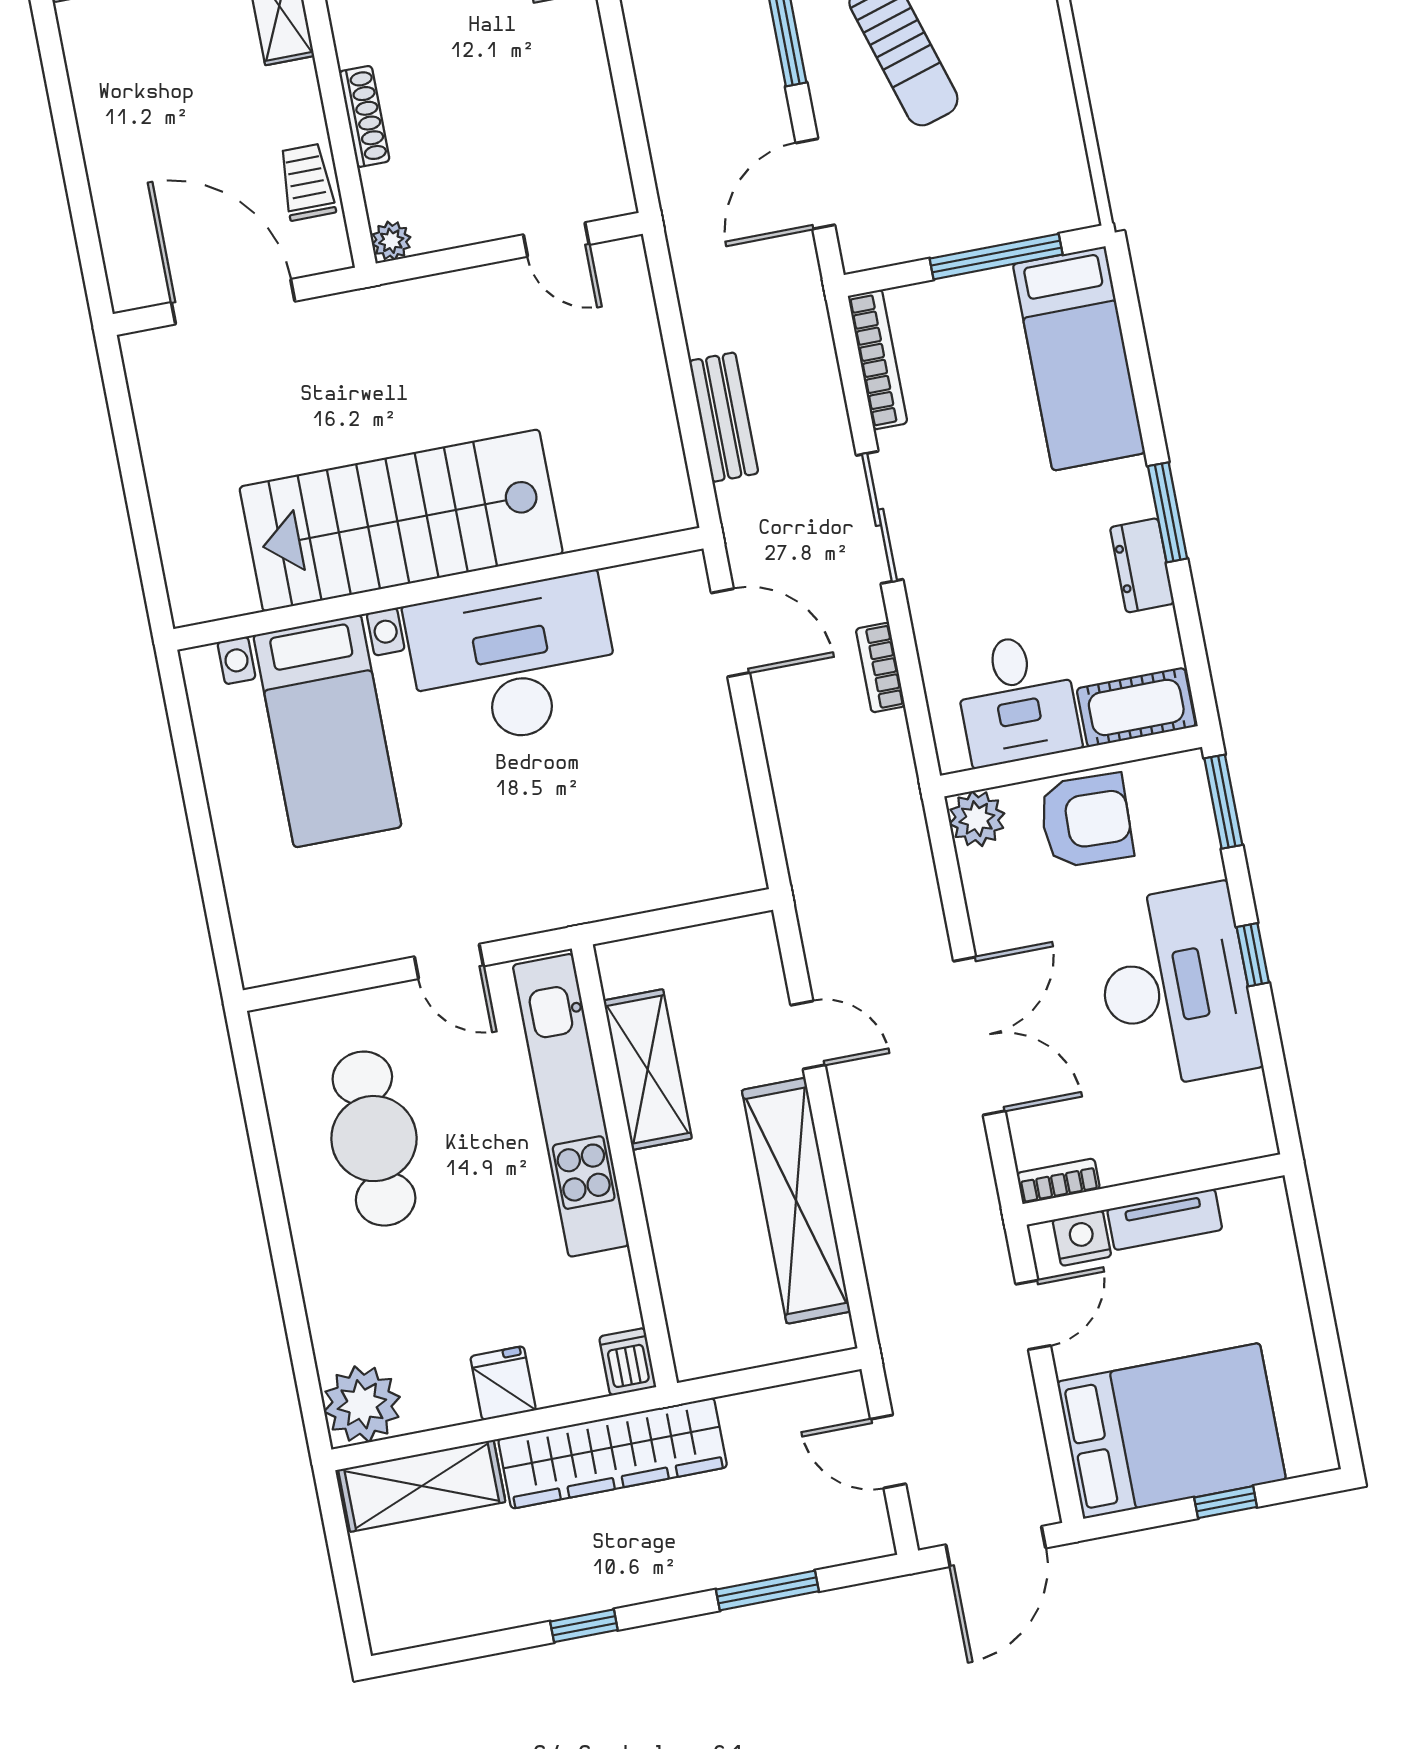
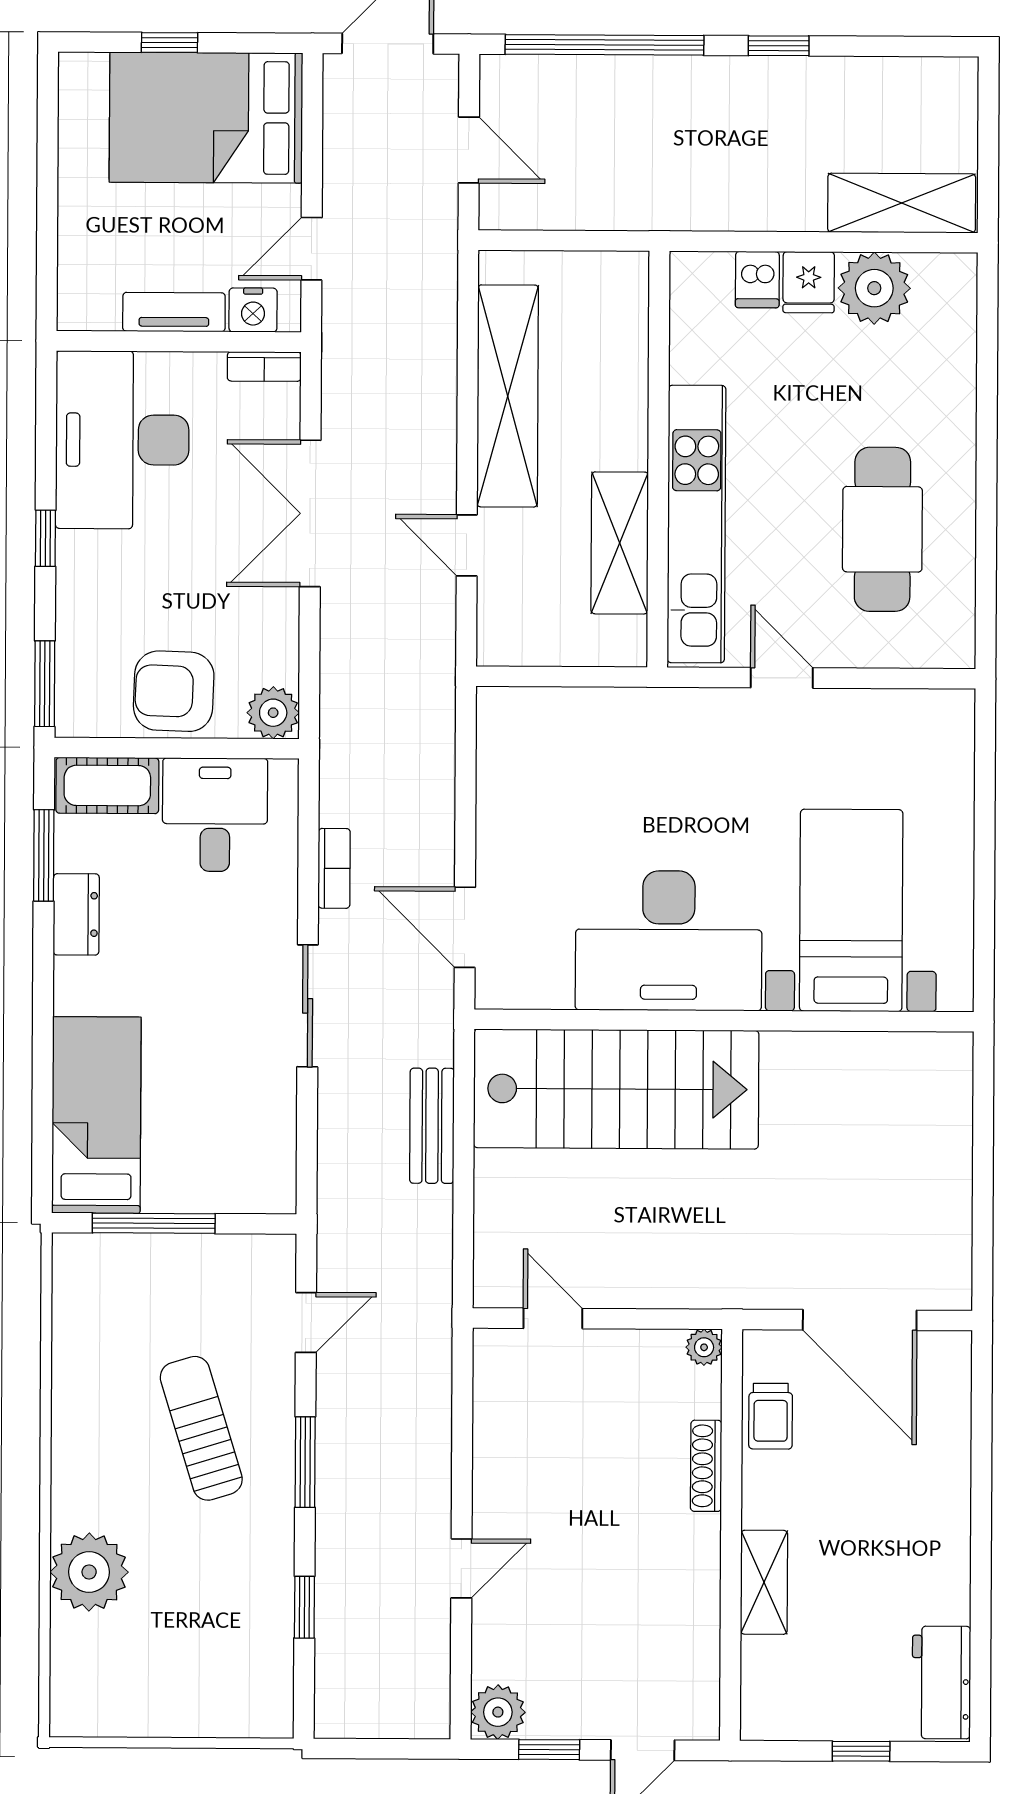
door: (815, 184) -> (306, 1322), width x0.73
bookcase: (878, 360) -> (281, 1151), removed
window: (1168, 512) -> (44, 855), moved
stairs: (401, 520) -> (616, 1089), moved
desk: (1176, 987) -> (122, 440), moved
dishwasher: (628, 1362) -> (757, 280), moved
plant: (362, 1404) -> (874, 288), moved
wardrobe: (613, 1453) -> (721, 198), removed
window: (767, 1590) -> (605, 45), width x2.11

